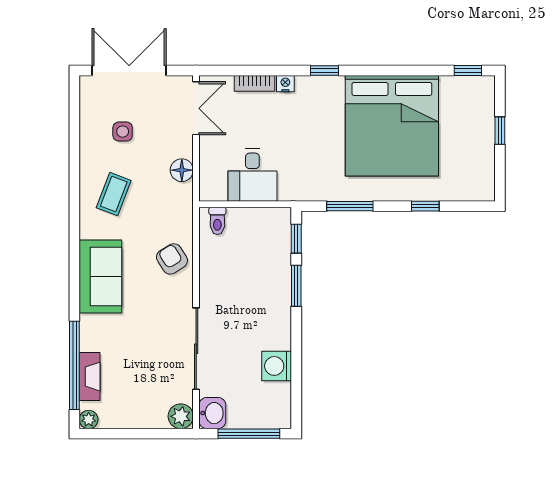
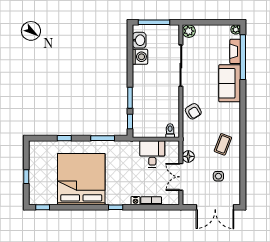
double door: (196, 108) -> (181, 177), moved
sofa: (100, 277) -> (230, 83), moved
washbasin: (212, 413) -> (139, 40), moved, turned 180

